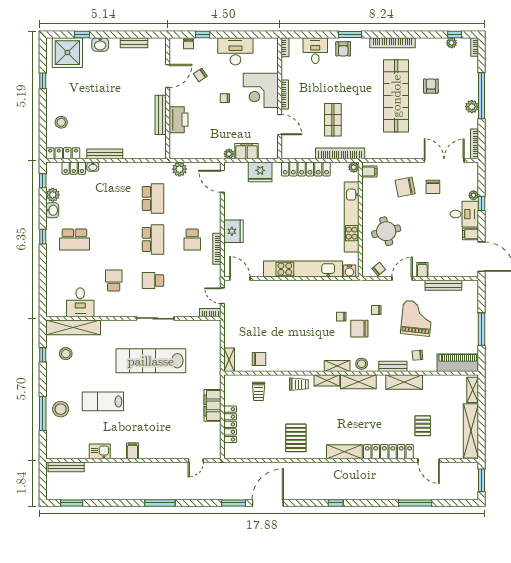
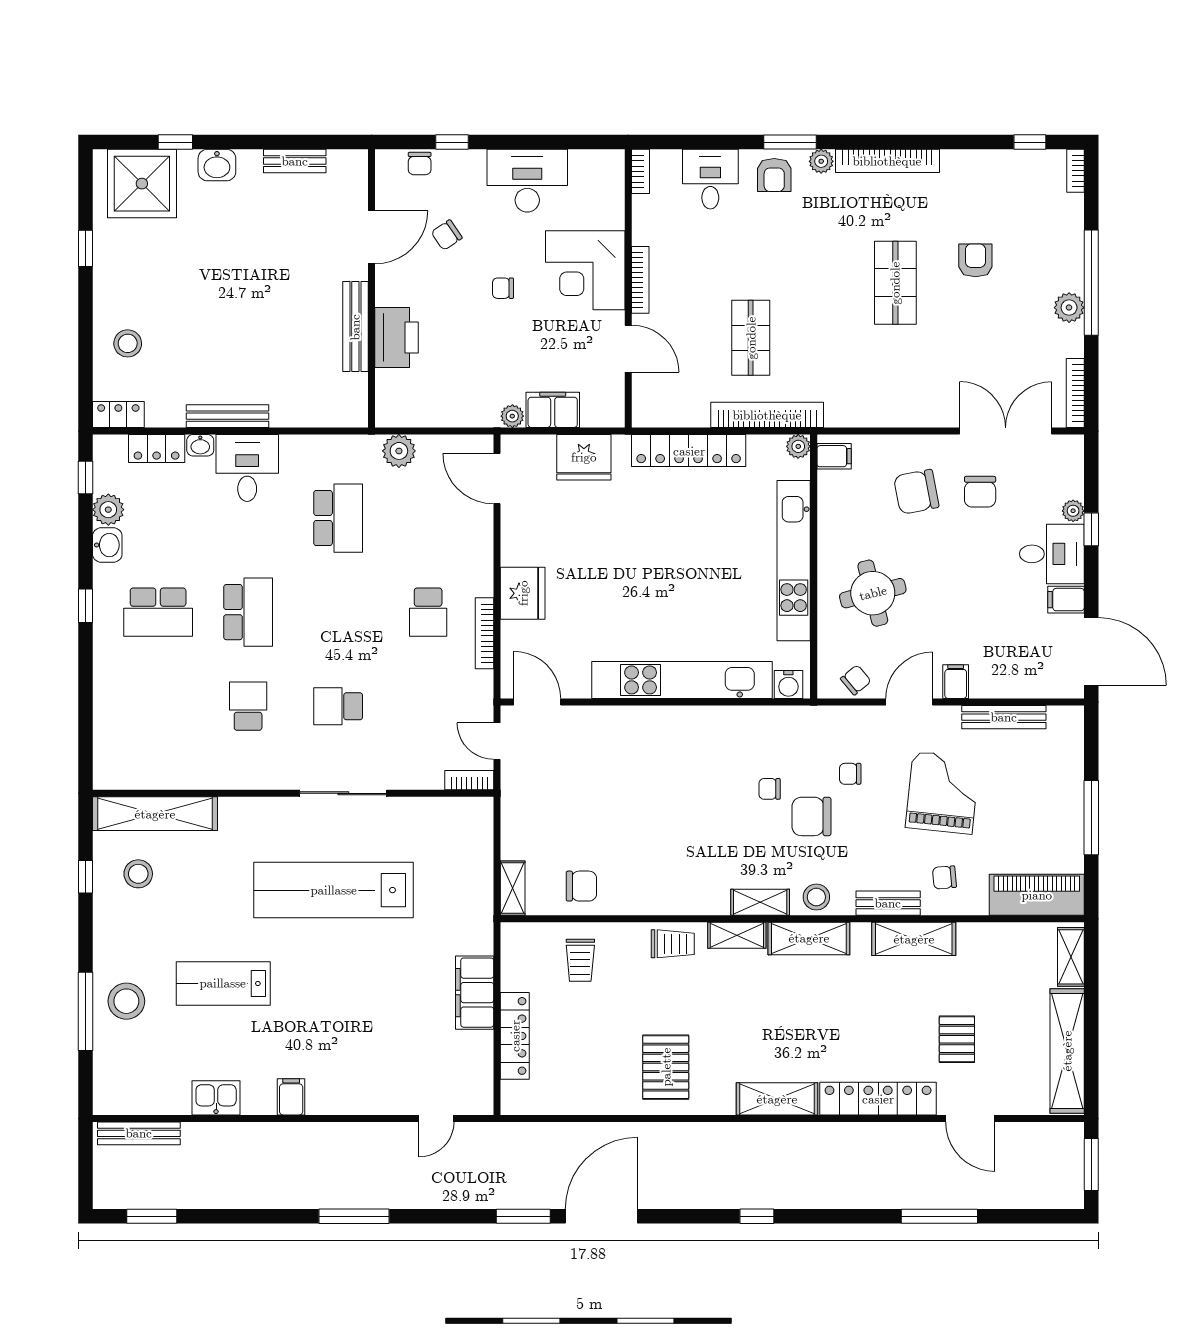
plant: (452, 43) -> (821, 161), moved
shop shelf: (396, 96) -> (895, 283), width x0.50, depth x0.74
locker: (63, 153) -> (118, 415), width x0.66
school desk: (153, 239) -> (248, 612), moved
desk: (80, 302) -> (247, 468), moved, turned 180

